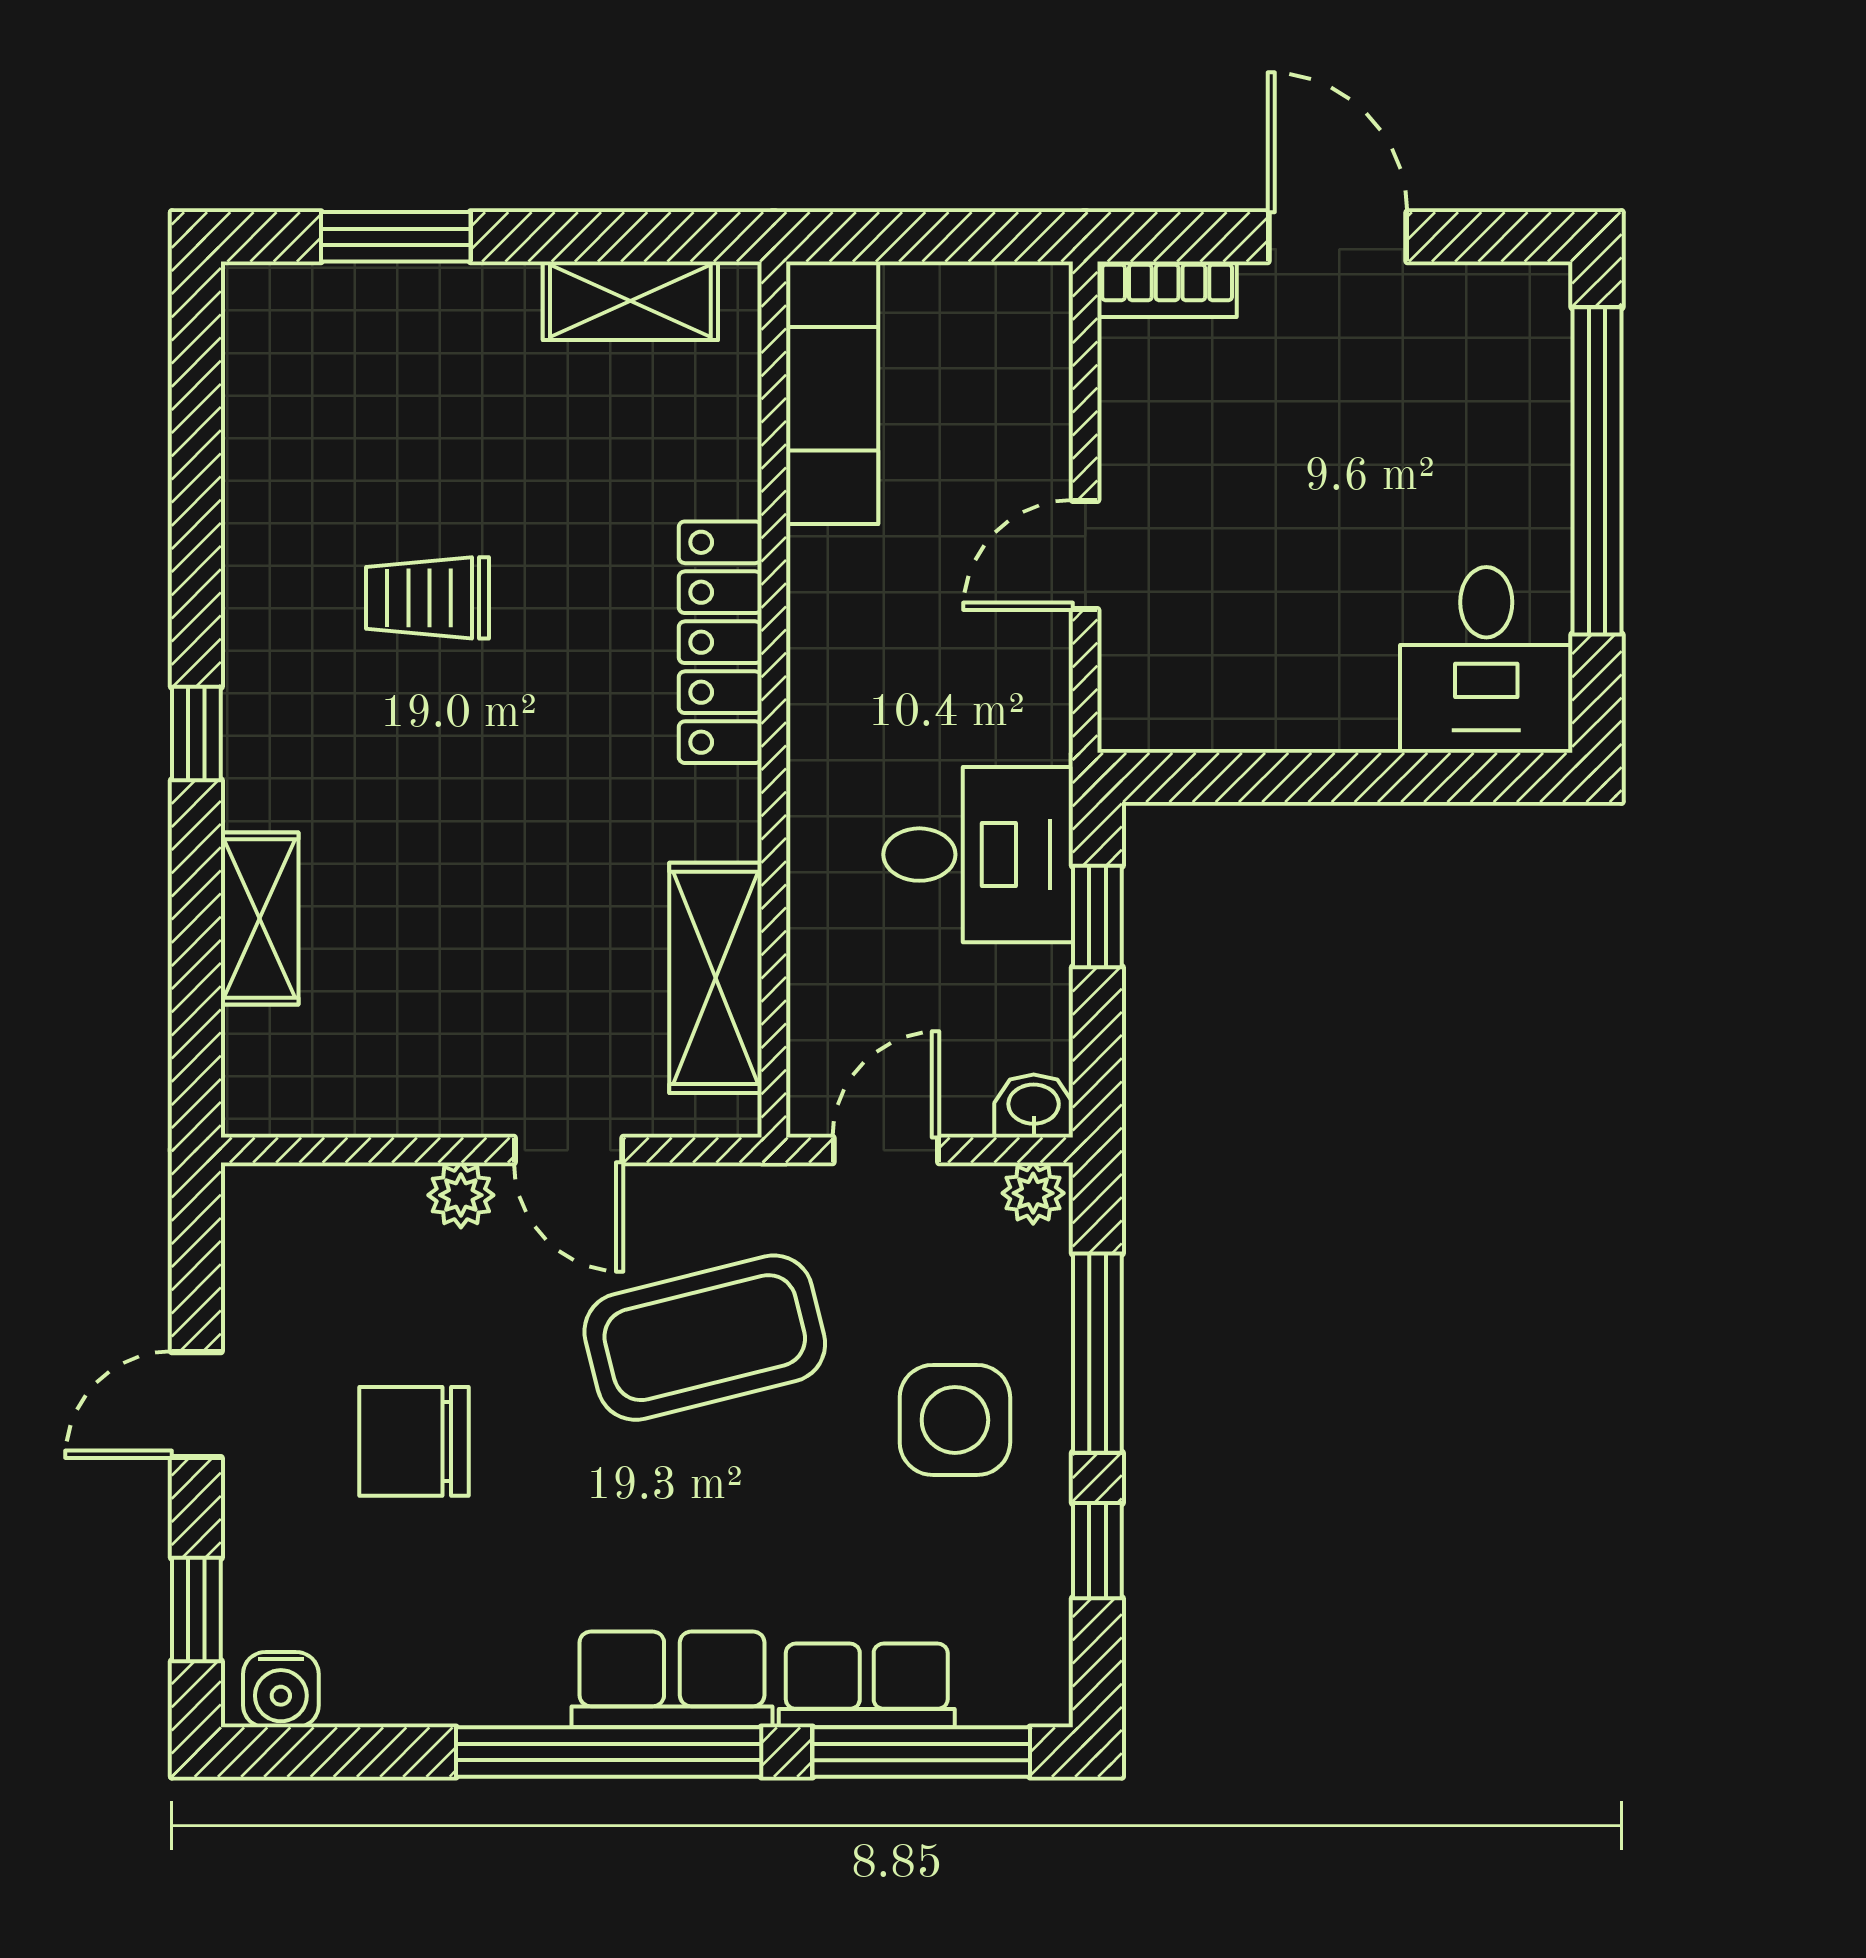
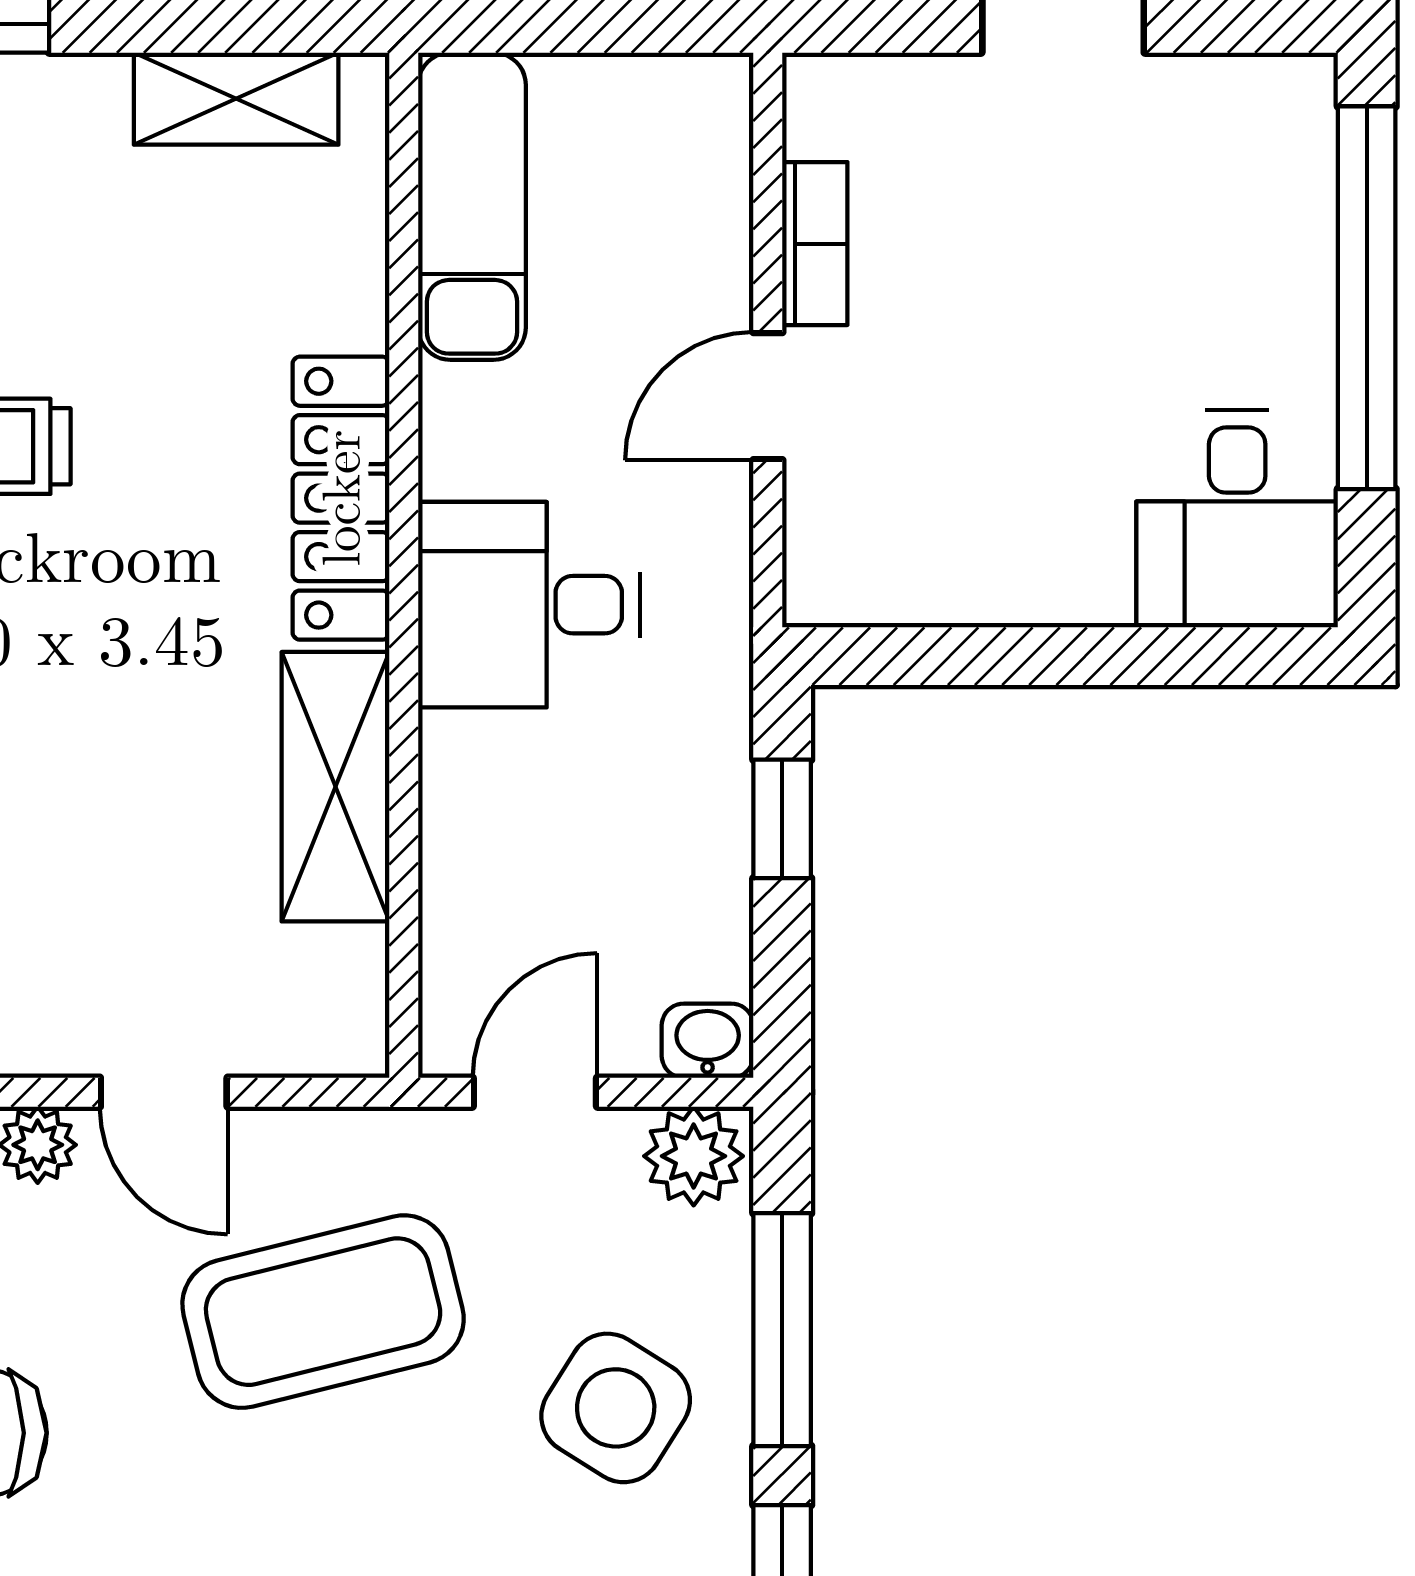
bookcase: (1167, 289) -> (815, 244), moved, turned -90
desk: (978, 855) -> (529, 605), moved, turned 180
shelving: (715, 978) -> (335, 787), moved
plant: (1033, 1193) -> (694, 1156), width x1.38, depth x1.38
side table: (955, 1420) -> (616, 1408), turned 32

